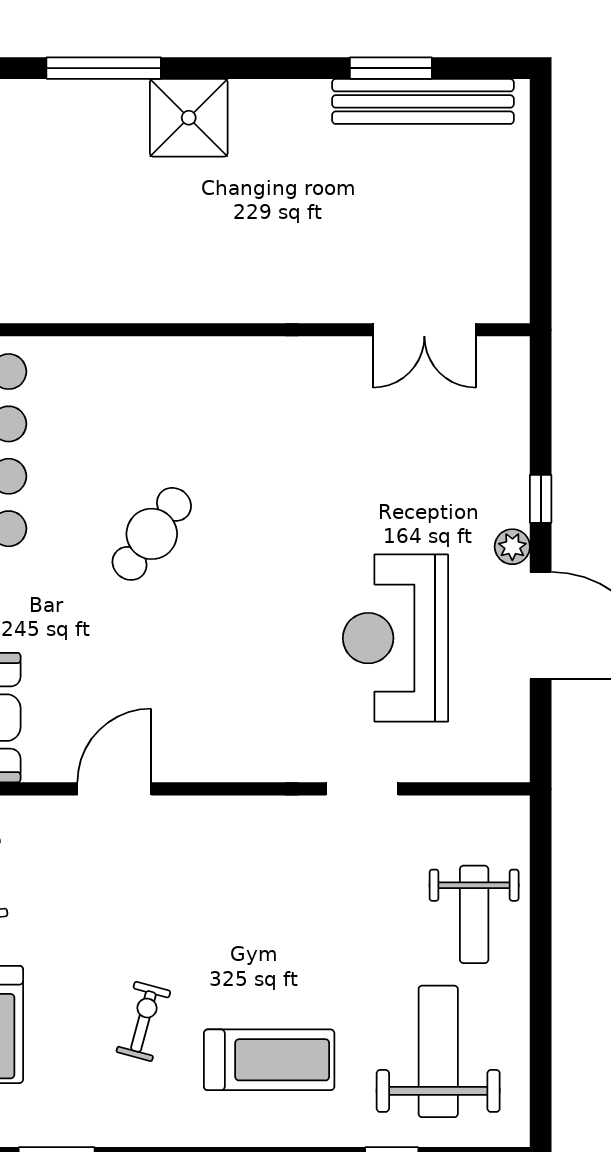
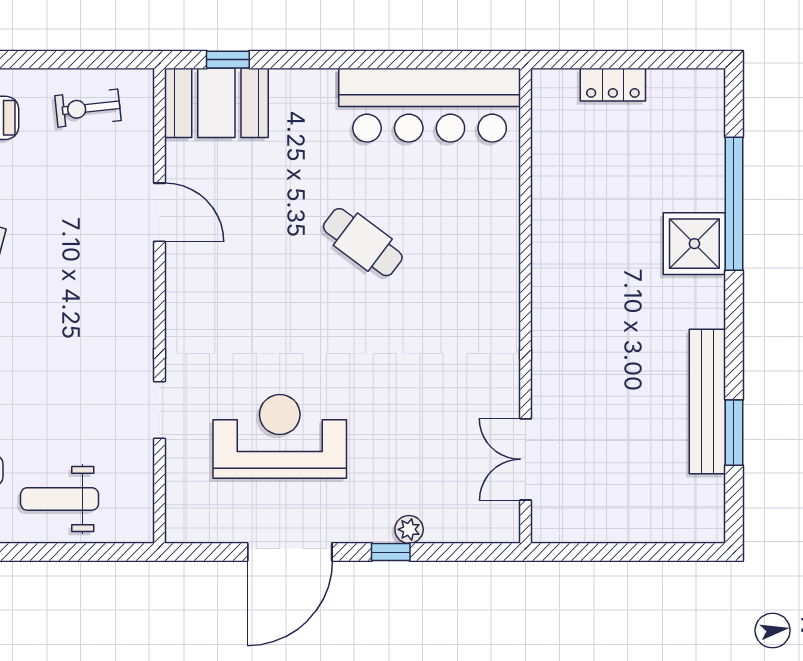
window: (104, 68) -> (734, 204), width x1.46
bench: (423, 101) -> (707, 402), moved
shower: (189, 118) -> (694, 244), moved
plant: (512, 547) -> (409, 529), moved

